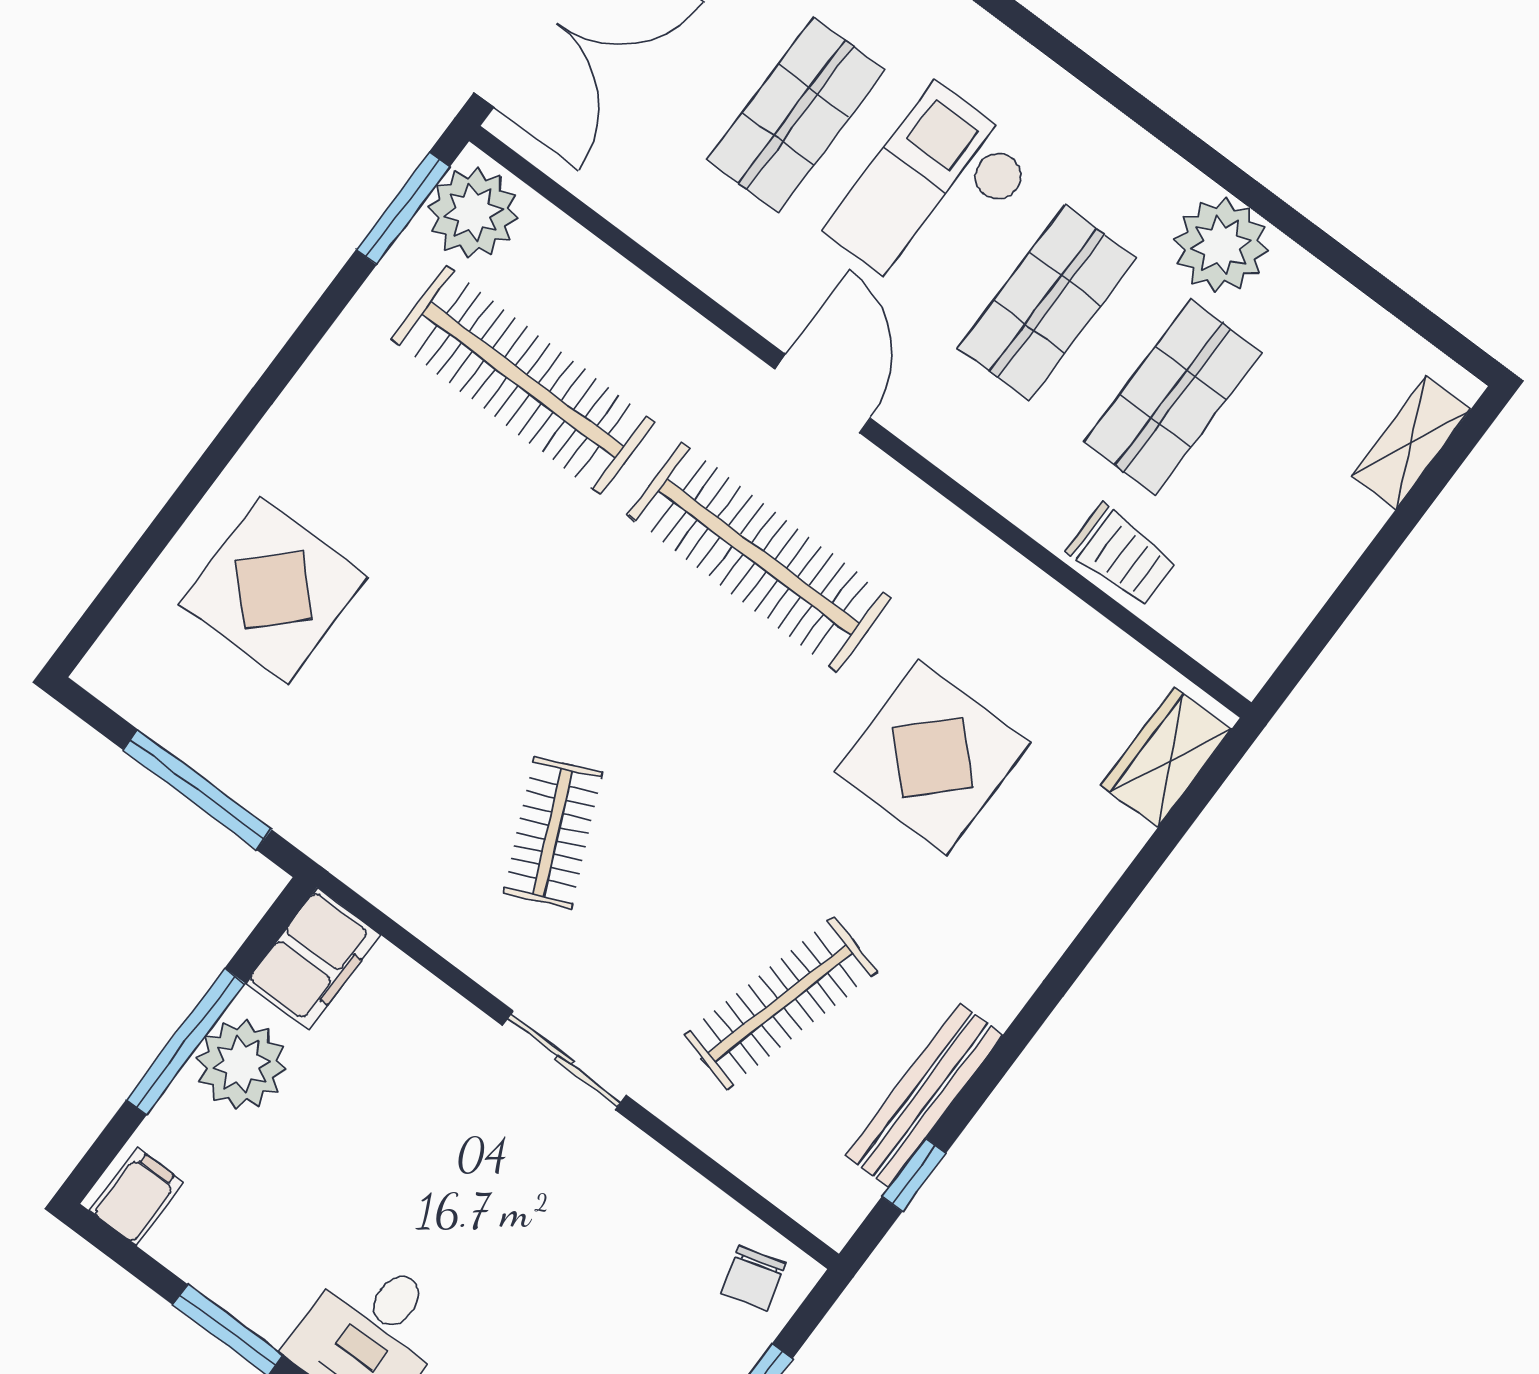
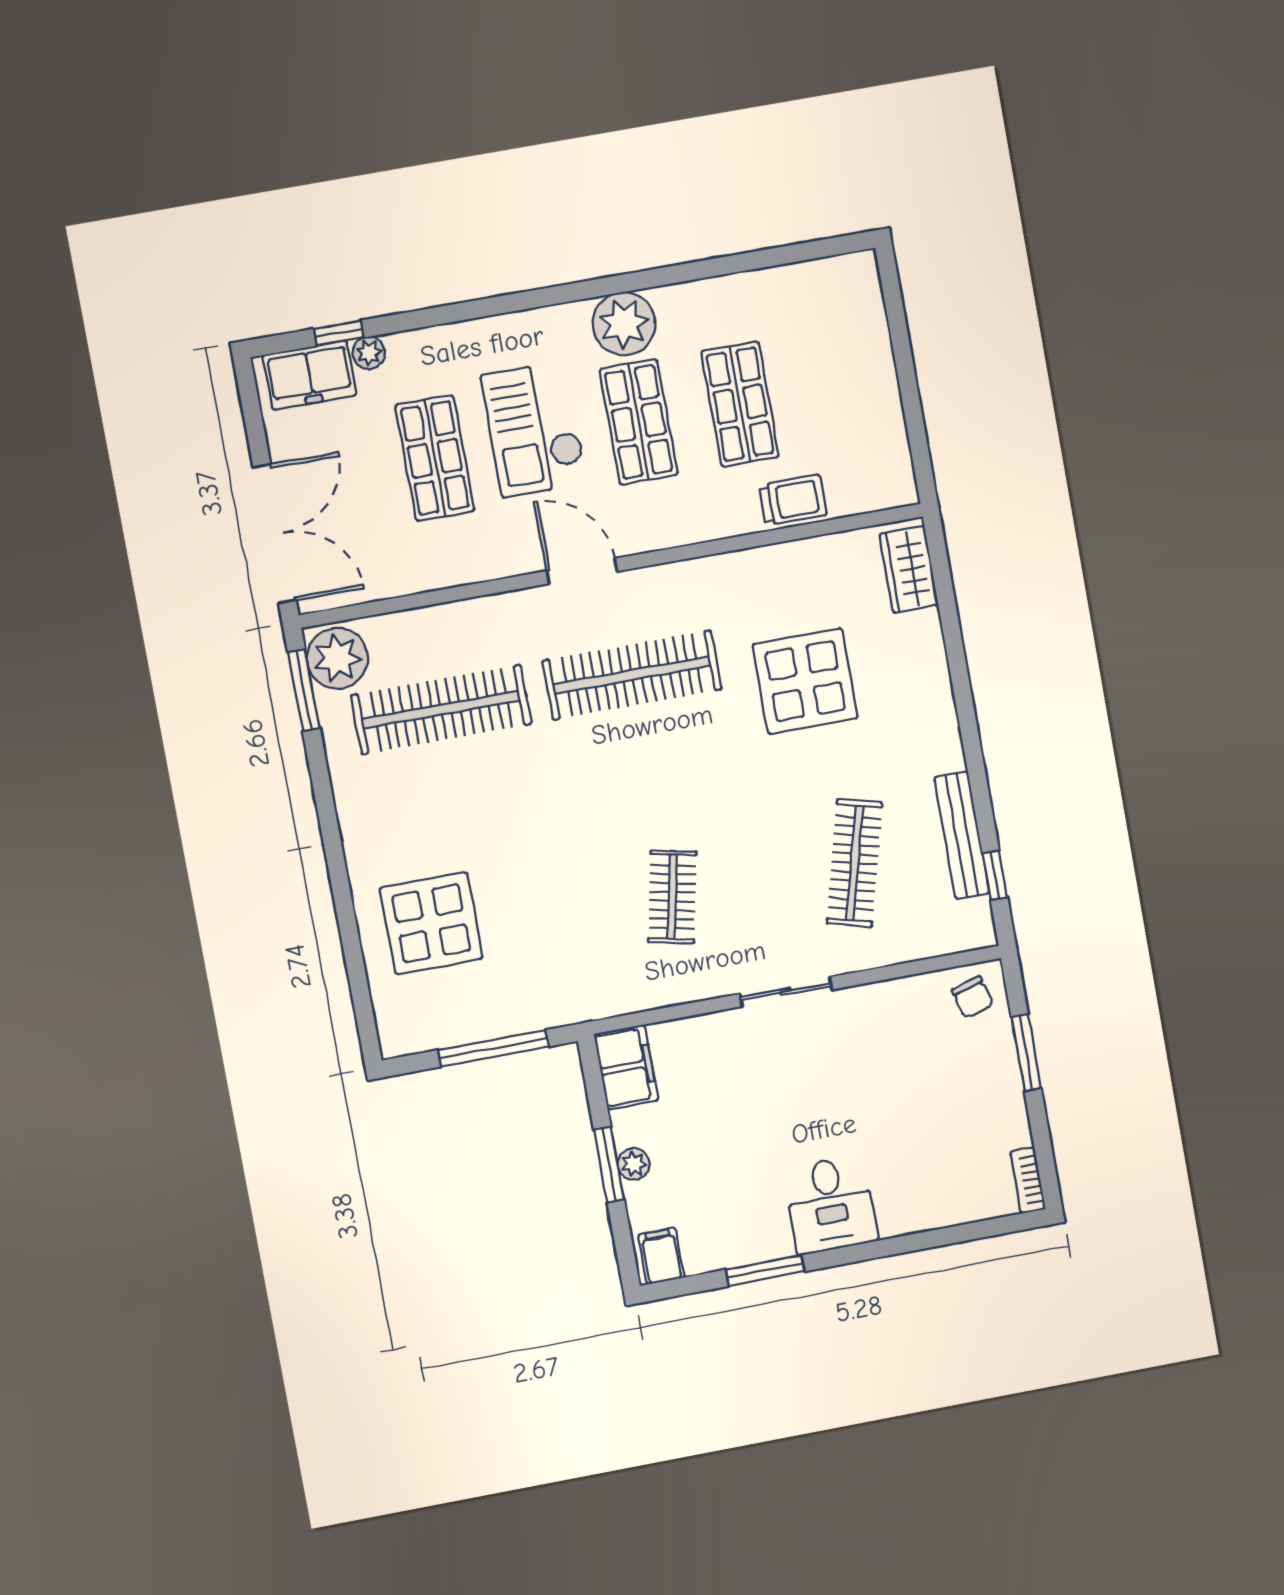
plant: (1221, 245) -> (624, 324), moved
shelving: (1411, 442) -> (868, 310), removed
clothes rail: (553, 833) -> (672, 897), turned 36
window: (186, 1042) -> (609, 1165), width x0.69
plant: (242, 1064) -> (634, 1164), width x0.53, depth x0.53

